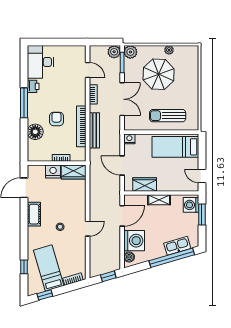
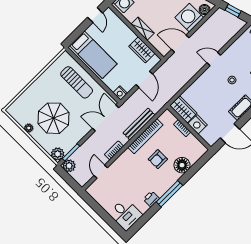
desk: (40, 62) -> (125, 214), width x0.73
double door: (122, 99) -> (106, 118), moved

